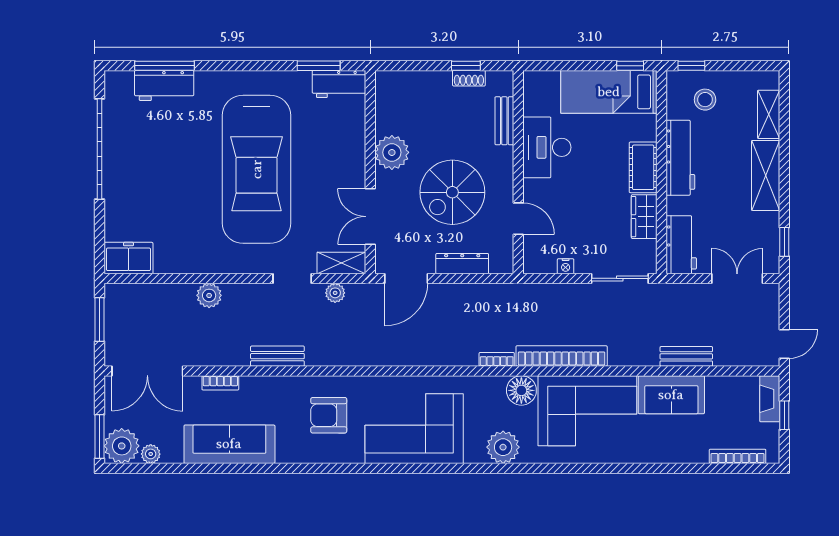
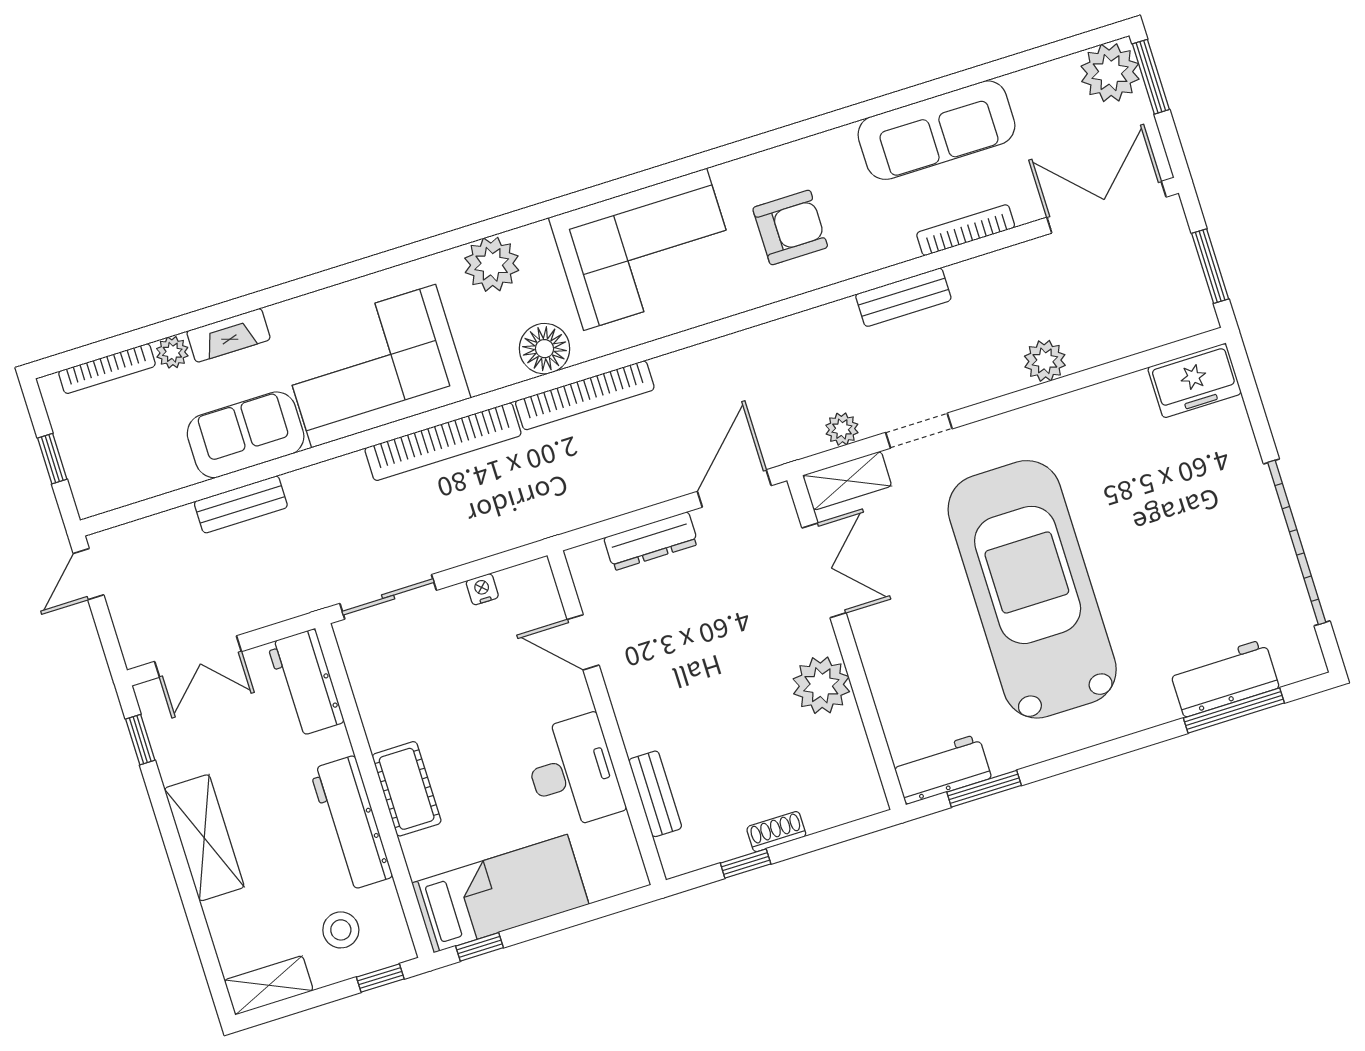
shoe rack: (469, 78) -> (776, 832), moved
shelving: (769, 114) -> (269, 985), moved, turned 90
spiral stairs: (452, 192) -> (703, 652), removed
wardrobe: (644, 217) -> (380, 709), removed
bookcase: (497, 359) -> (585, 395), width x2.31, depth x1.31
bookcase: (220, 383) -> (966, 230), width x1.56
floor lamp: (521, 390) -> (545, 349), moved
fireplace: (770, 399) -> (228, 335), moved, turned 90
plant: (151, 454) -> (172, 352), moved

